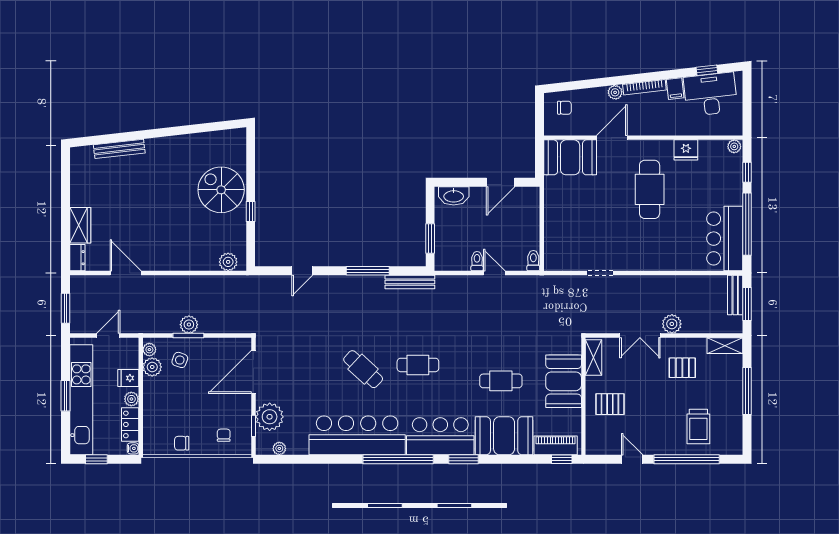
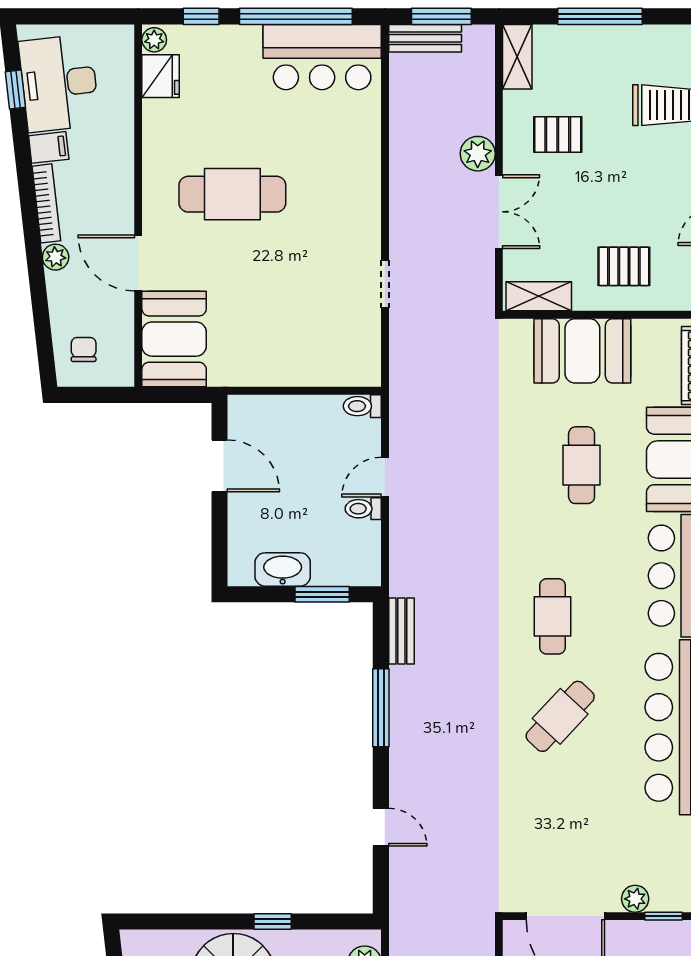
fridge: (686, 150) -> (161, 76), moved
washbasin: (454, 196) -> (283, 569), moved, turned -90
bench: (410, 282) -> (401, 631), width x0.73
pallet: (682, 368) -> (558, 134), turned 90
pallet: (610, 404) -> (624, 266), turned 90
plant: (270, 417) -> (635, 899), width x0.53, depth x0.53

